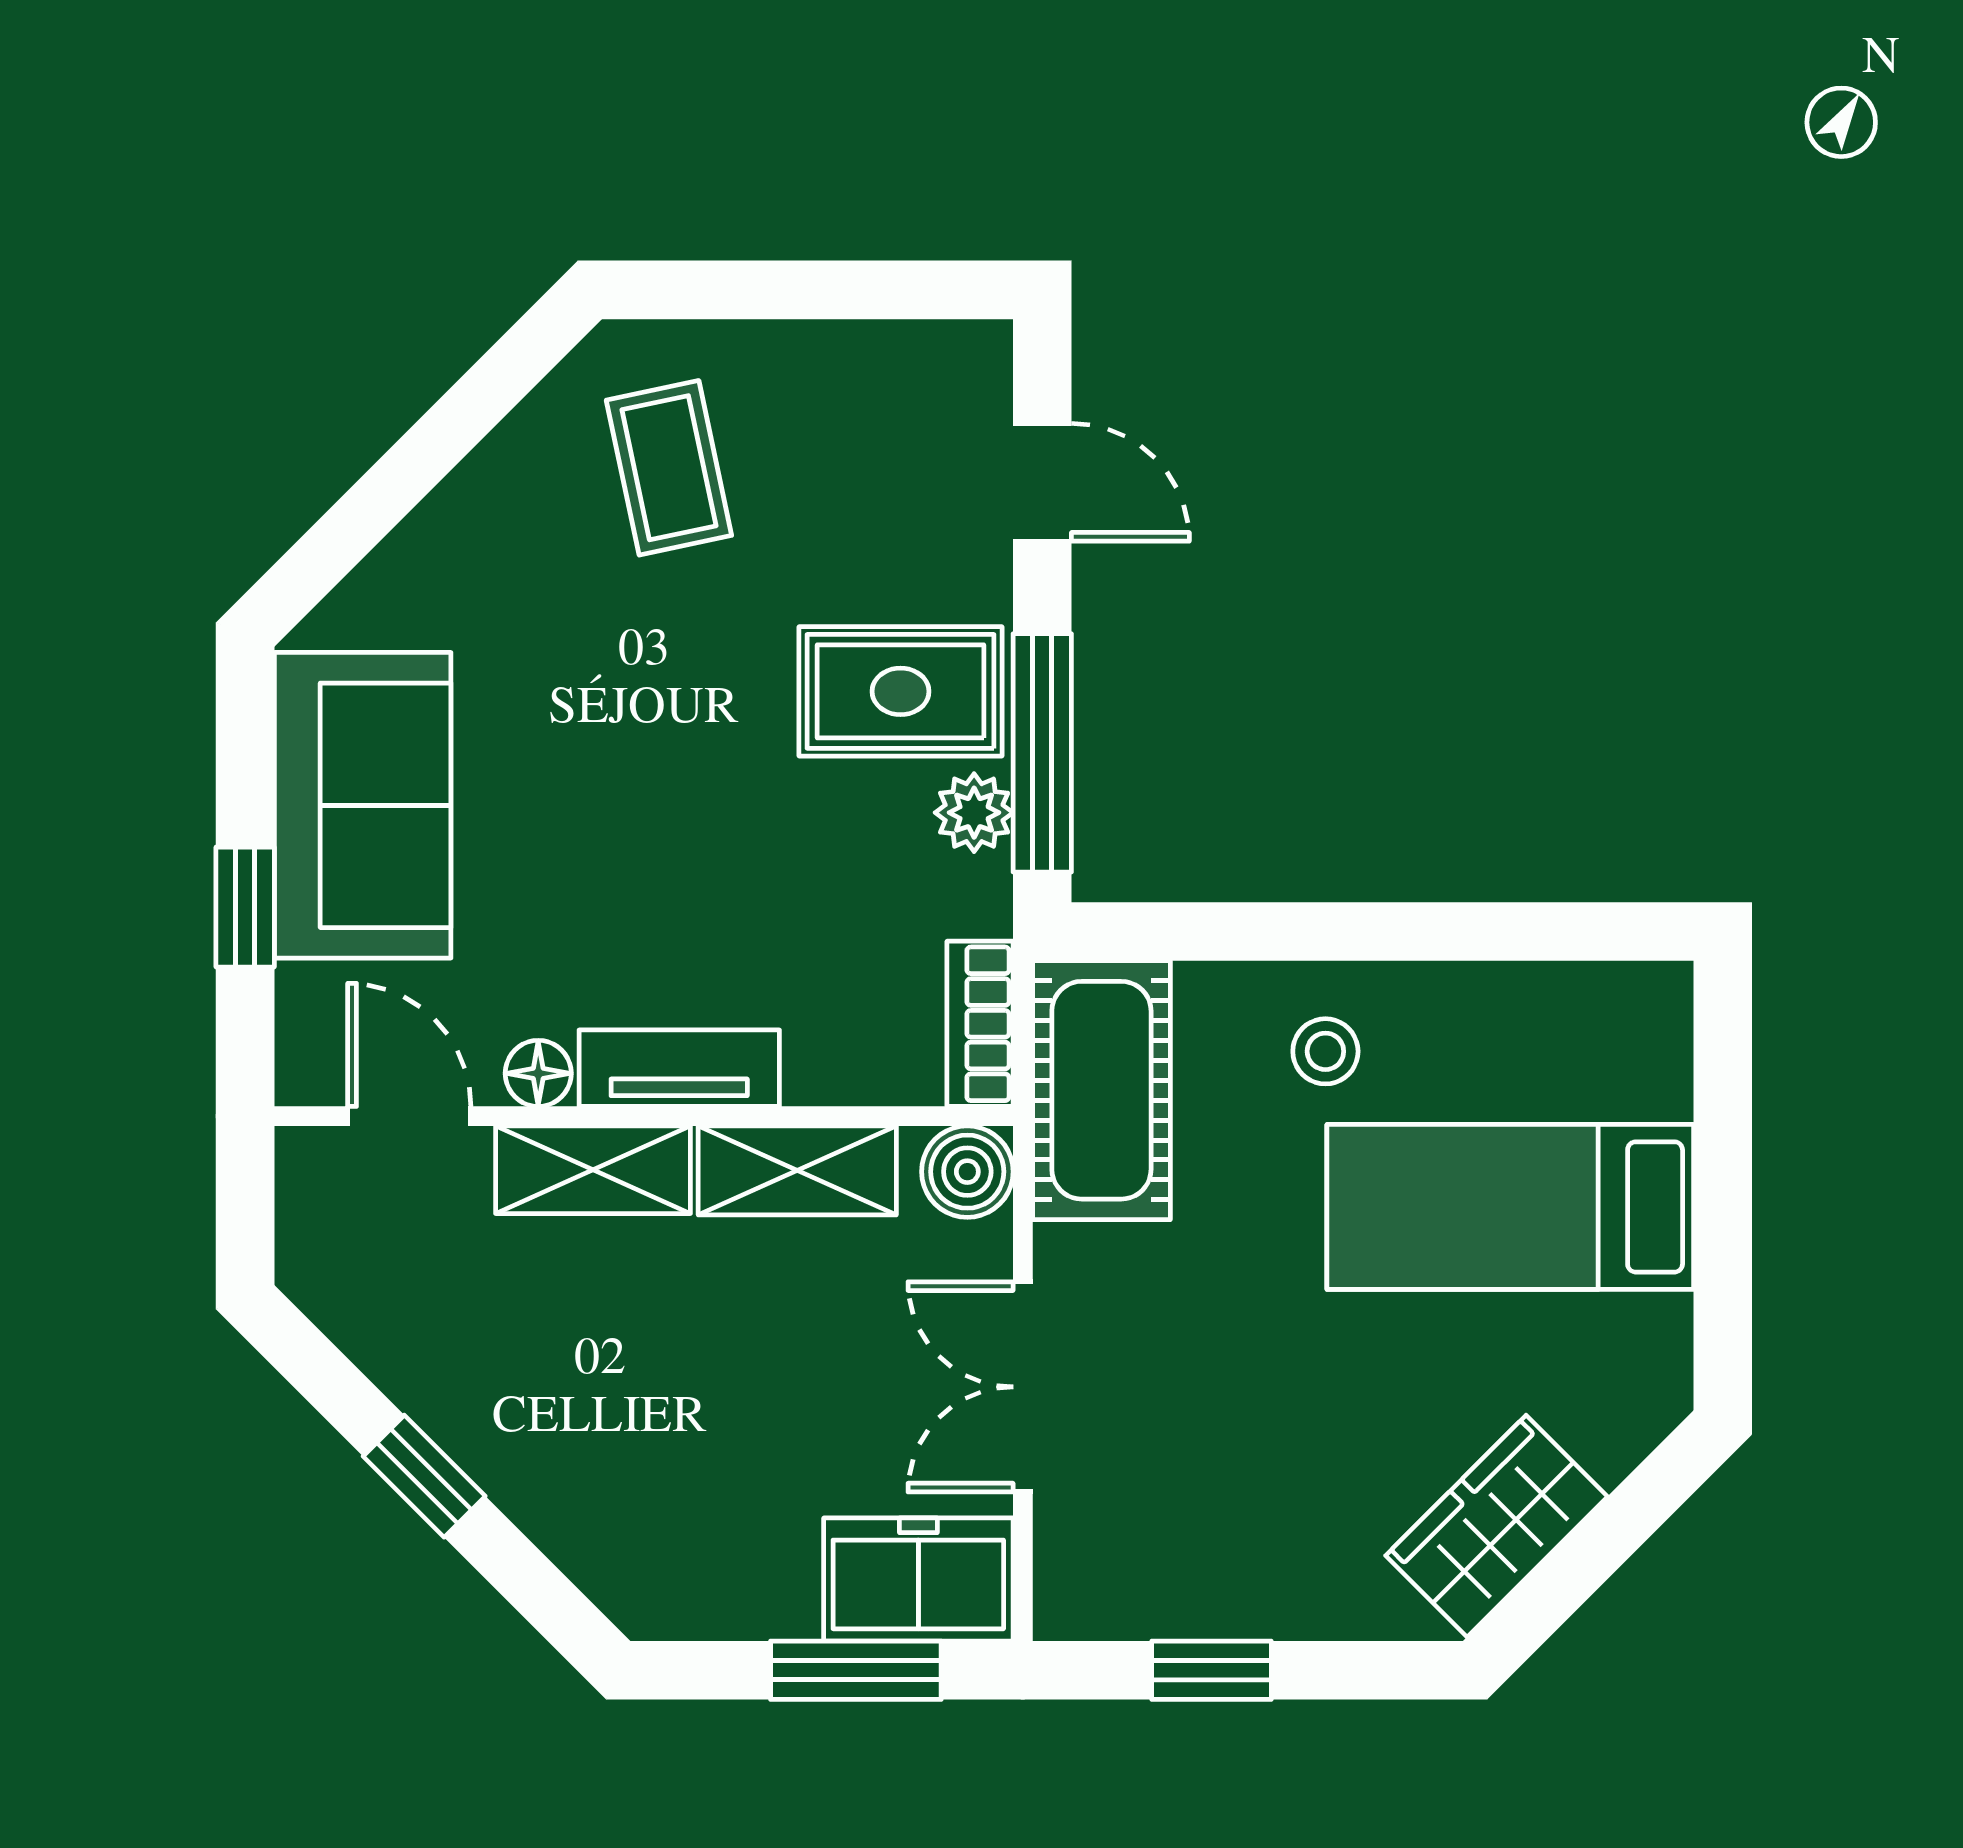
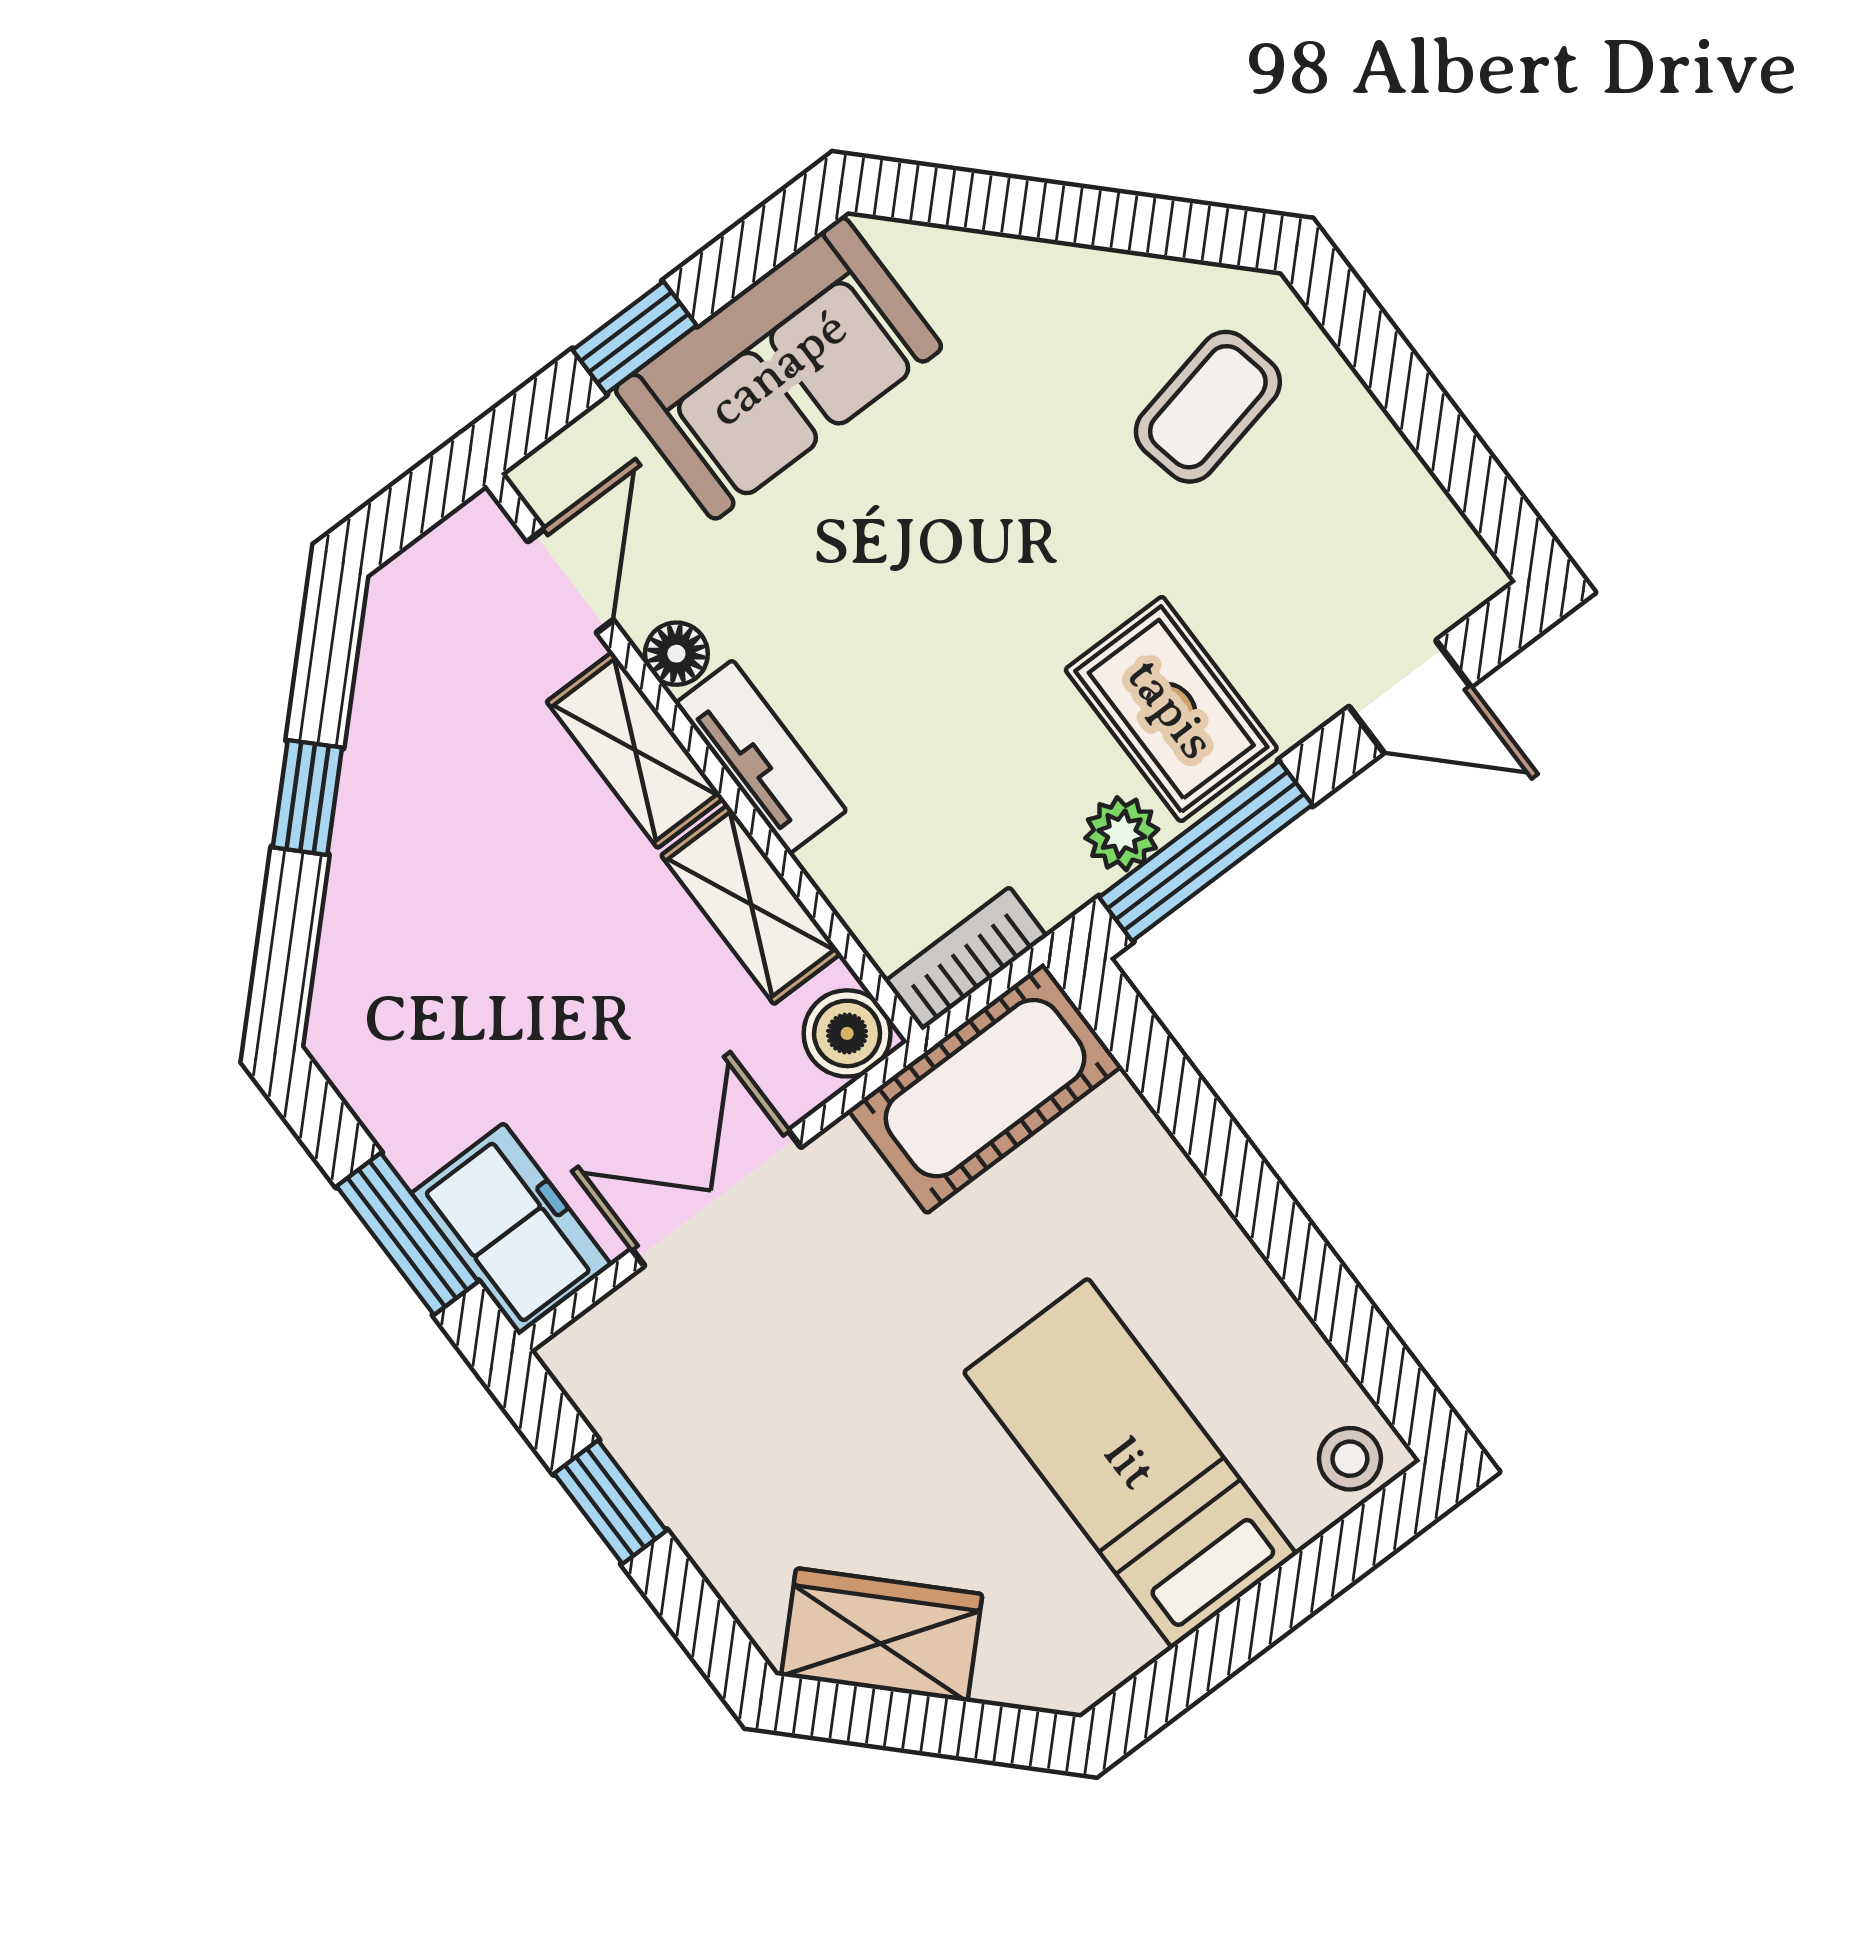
door: (1042, 482) -> (1410, 697), hinge flipped
stool: (1325, 1051) -> (1350, 1459), moved

